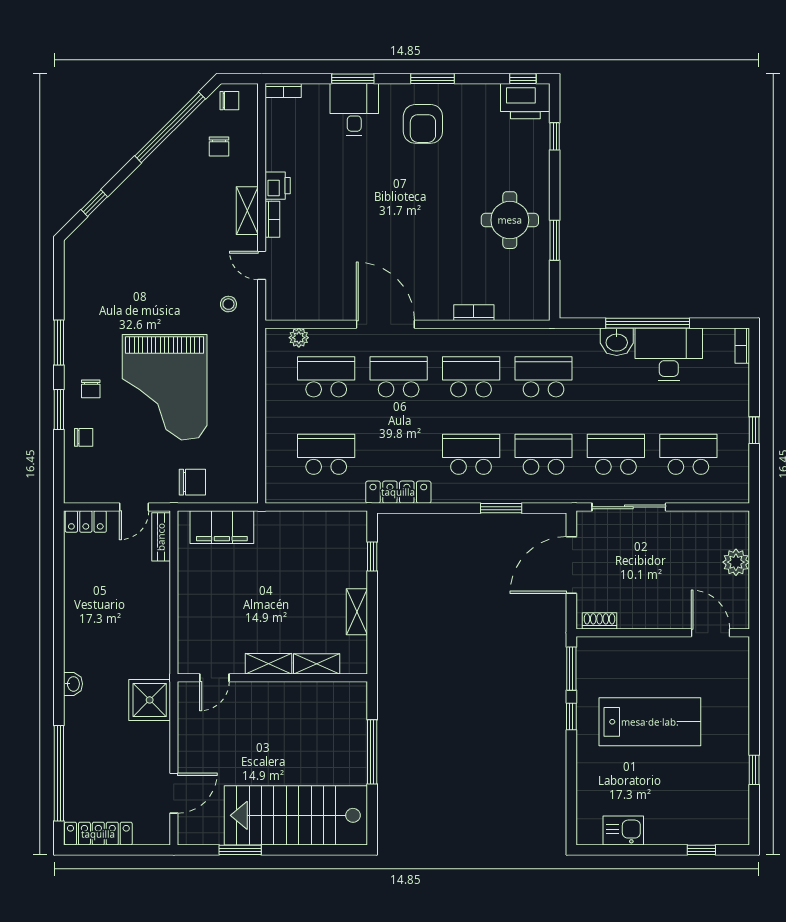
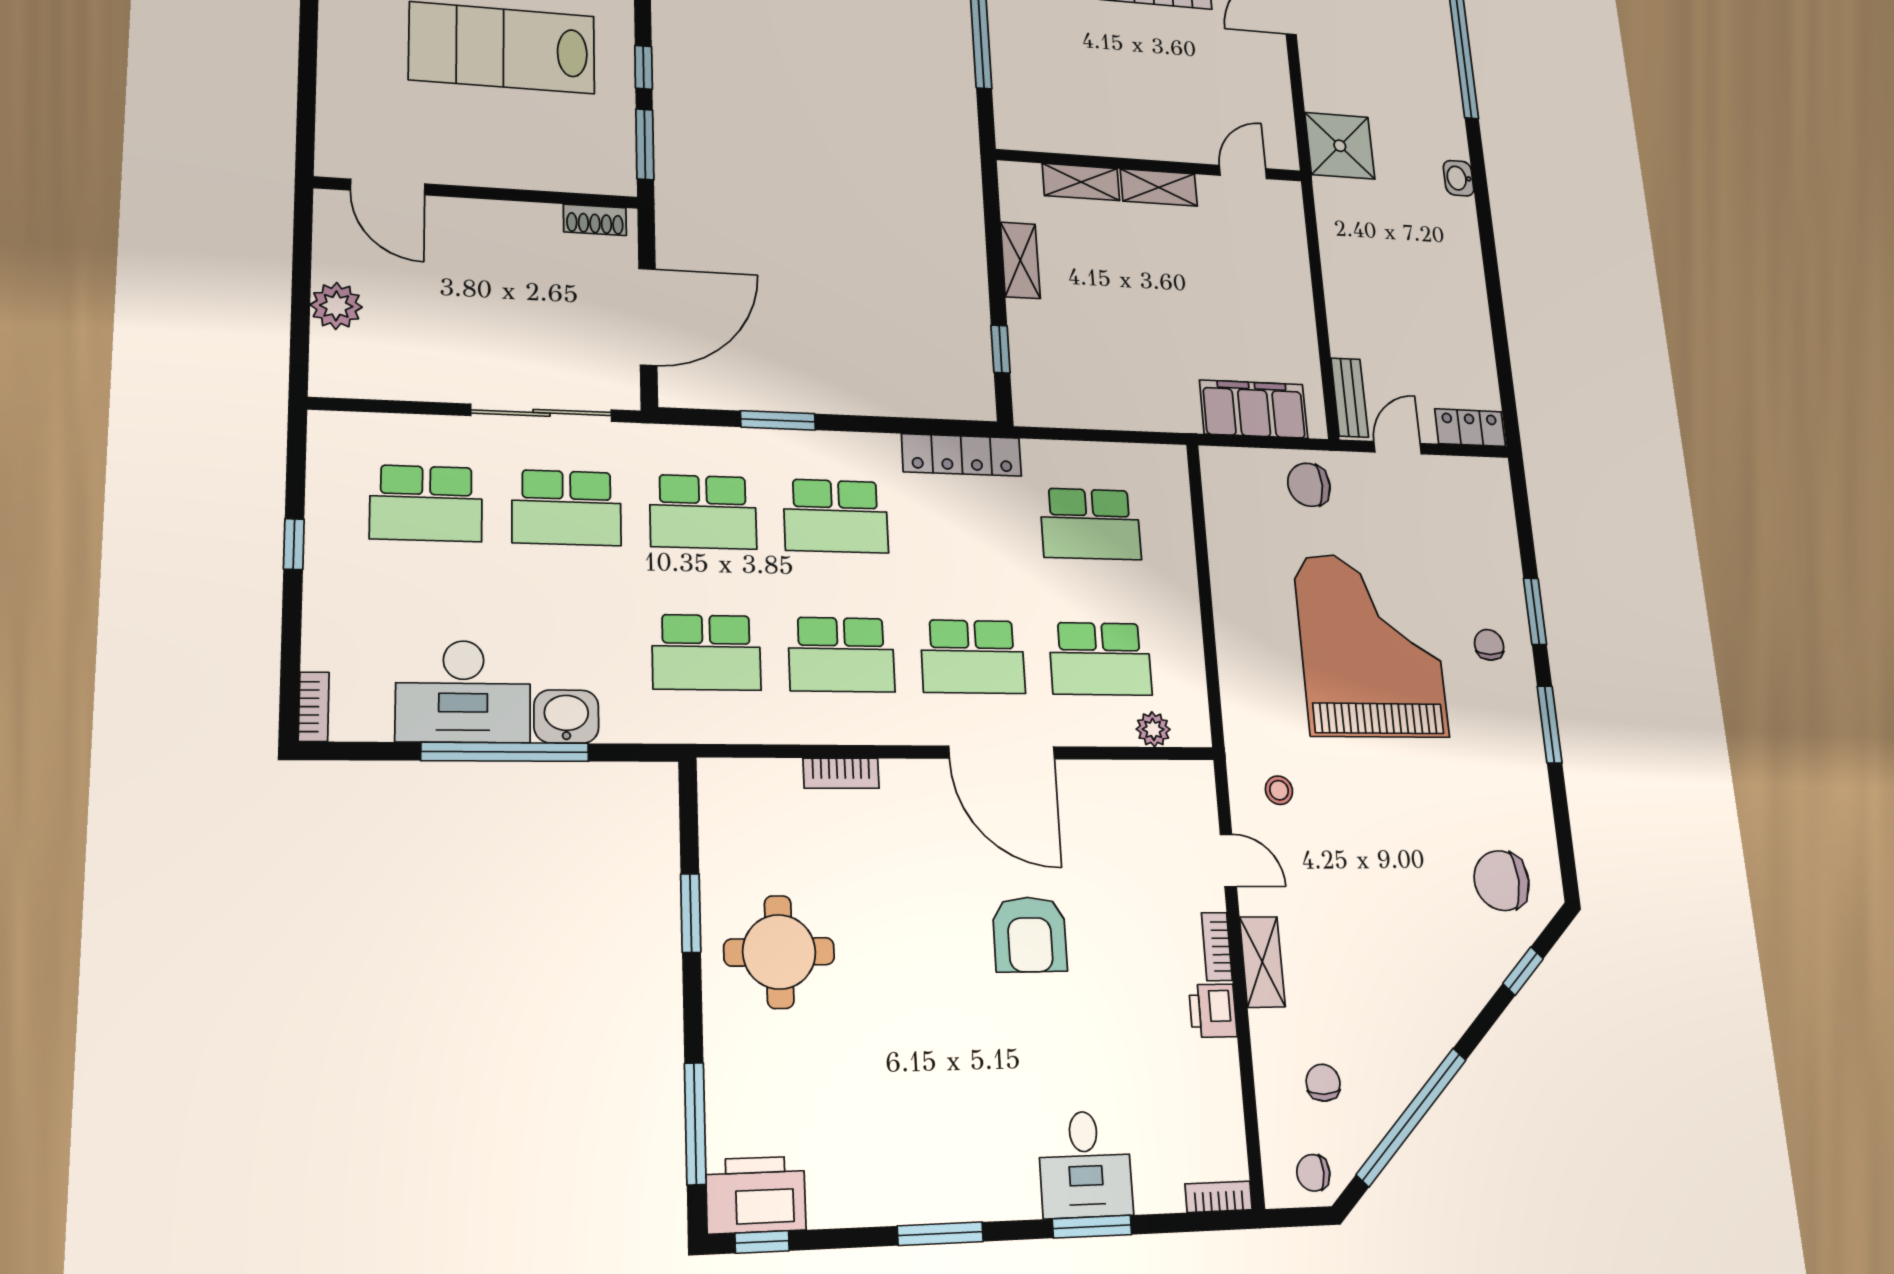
armchair: (423, 124) -> (1030, 934), moved, turned 180
window: (555, 136) -> (695, 1124), width x2.17
chair: (84, 437) -> (1502, 881), moved, width x1.87, depth x1.87

